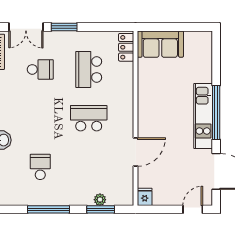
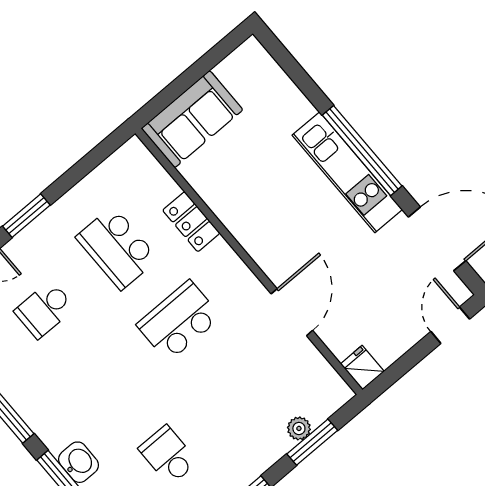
locker: (126, 47) -> (191, 222), moved
school desk: (40, 69) -> (44, 309), turned 180

